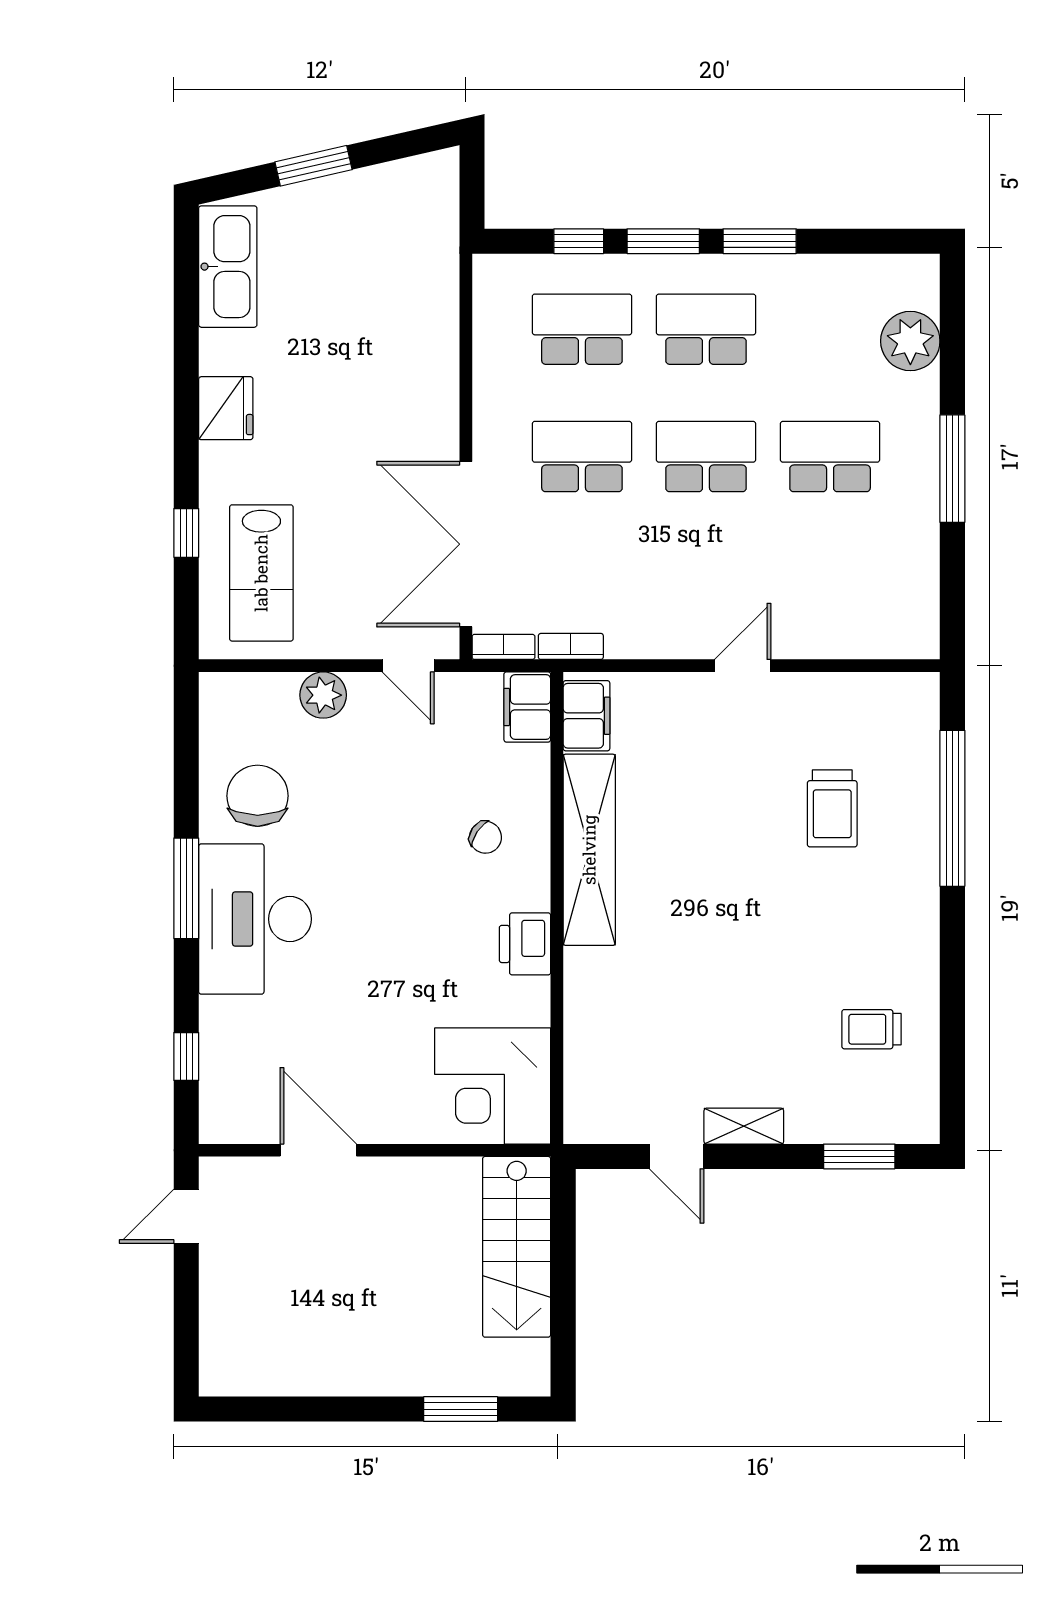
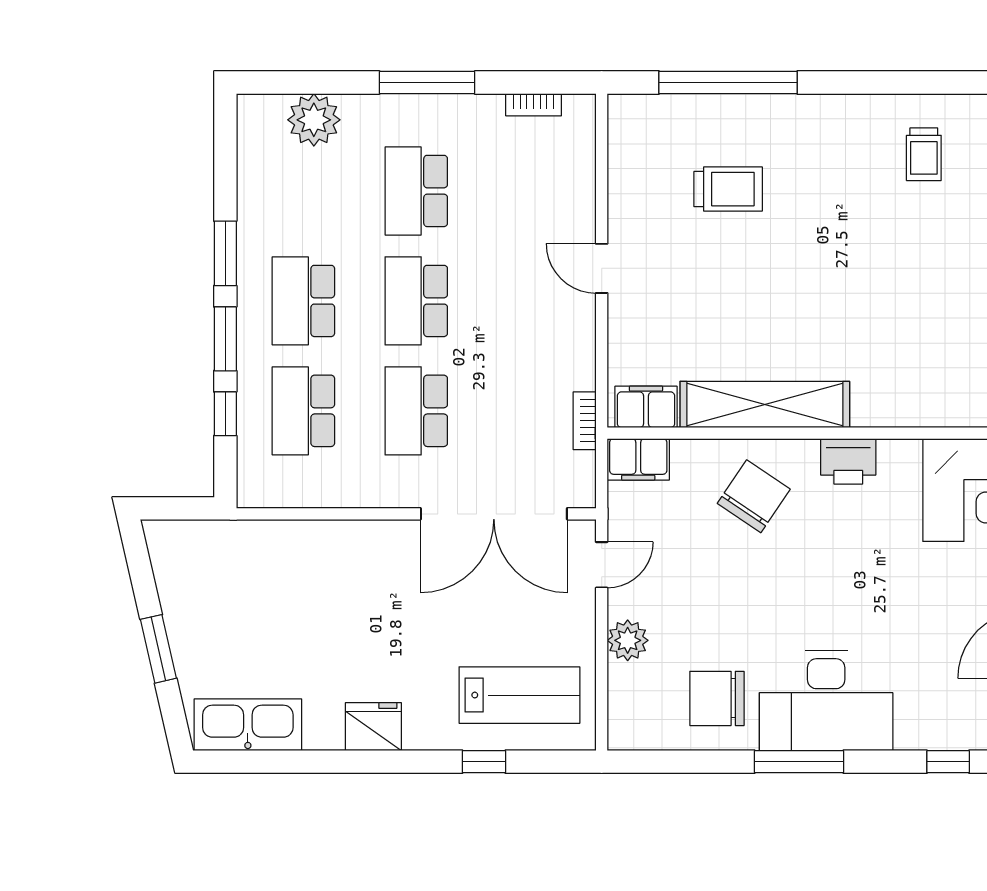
bookcase: (503, 647) -> (534, 105), moved, turned -90
chair: (486, 837) -> (754, 496), width x1.87, depth x1.87

